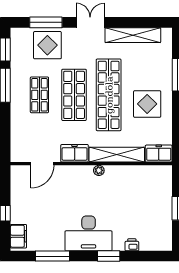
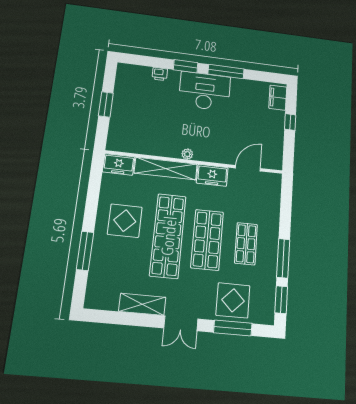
shelving: (133, 35) -> (142, 304), width x0.68
window: (52, 256) -> (226, 71), moved

